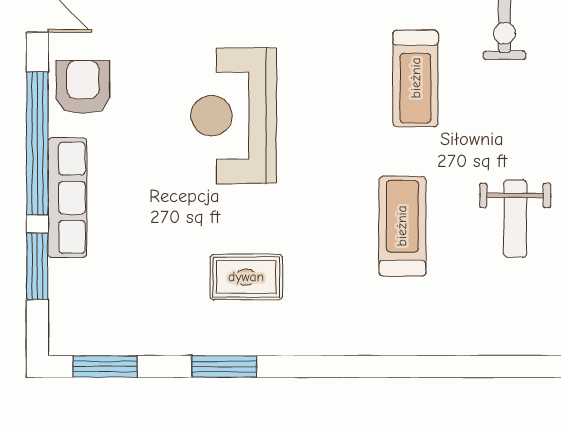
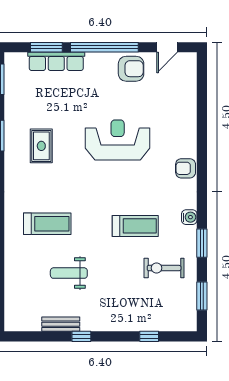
treadmill: (416, 78) -> (135, 226), turned 180
row of seats: (67, 198) -> (56, 61), moved
treadmill: (402, 226) -> (47, 224), moved

